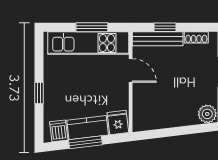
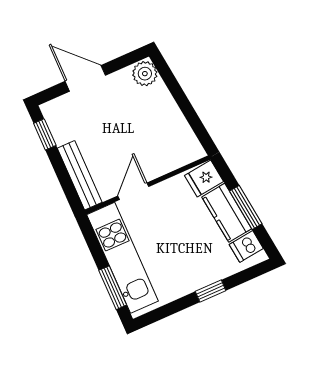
window: (92, 27) -> (113, 288), moved
window: (165, 27) -> (45, 134), moved
shoe rack: (196, 37) -> (57, 129), removed

